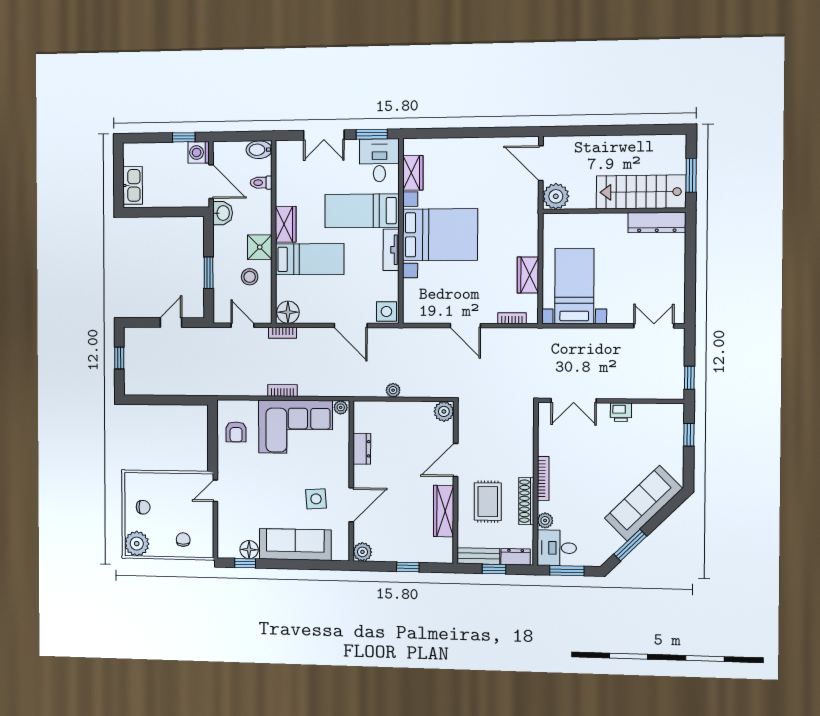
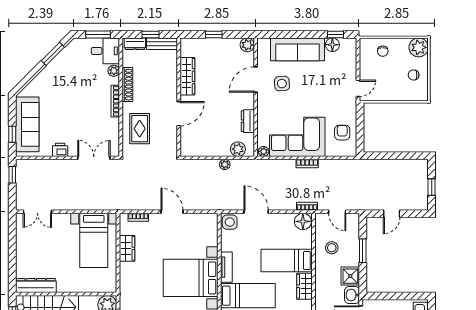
shower: (260, 247) -> (350, 276), moved
plant: (444, 411) -> (238, 149), moved
rug: (488, 502) -> (140, 129), moved
sofa: (643, 503) -> (27, 124), moved, turned -45

